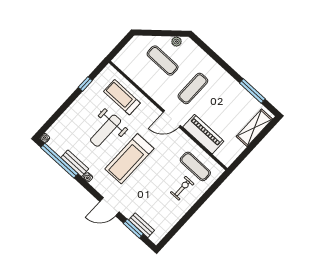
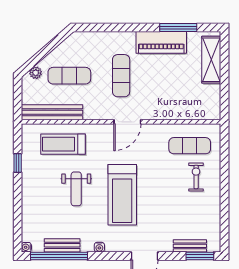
plant: (176, 42) -> (36, 73), moved
bench: (133, 73) -> (52, 112), added
weight bench: (106, 131) -> (76, 189), width x0.73, depth x0.75
piano: (203, 134) -> (161, 42), moved, turned 180
bench: (75, 163) -> (62, 245), moved
window: (133, 229) -> (200, 256), moved

